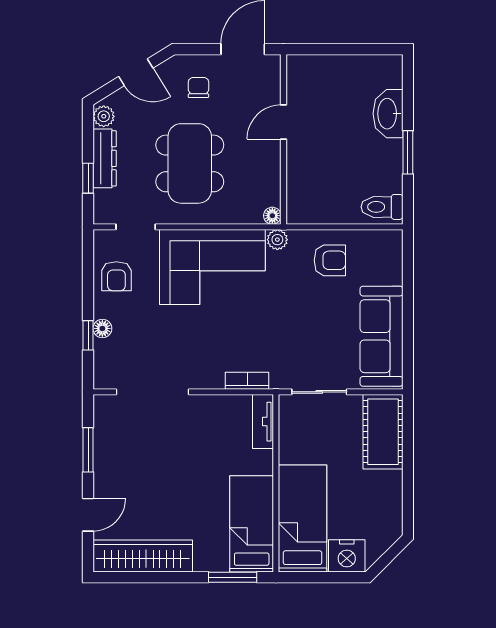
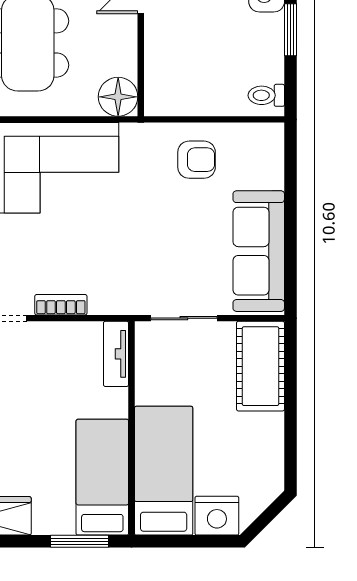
toilet: (382, 207) -> (266, 95), width x0.73, depth x0.72
floor lamp: (272, 216) -> (118, 97), width x1.89, depth x1.89
plant: (277, 240) -> (133, 135), removed
bookcase: (247, 381) -> (61, 305), moved

